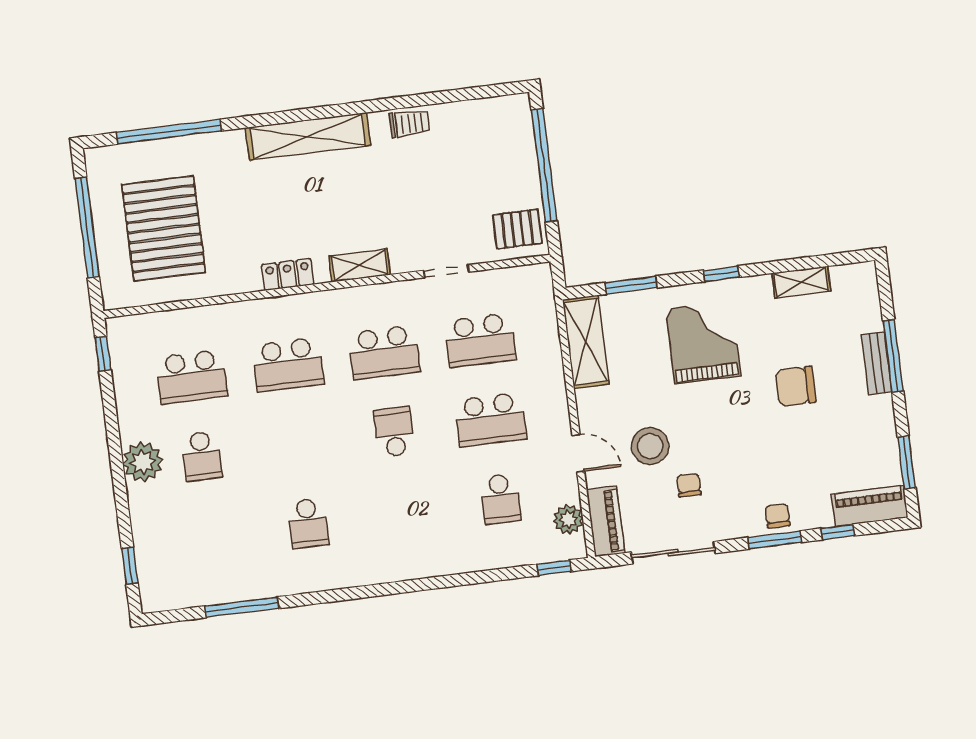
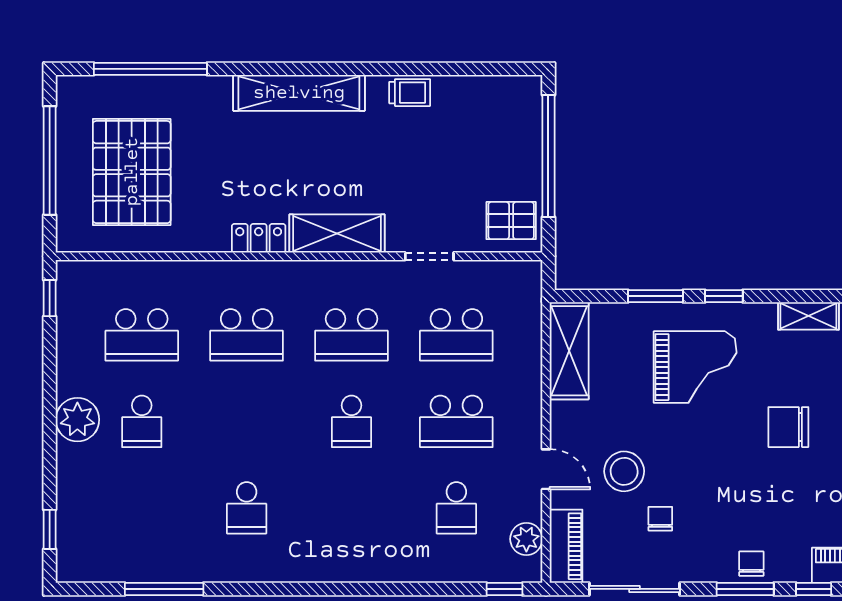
shelving: (360, 265) -> (337, 233), width x1.50, depth x1.33
window: (631, 285) -> (656, 296), moved
grand piano: (703, 342) -> (695, 367), turned 90
school desk: (394, 432) -> (351, 421), turned 180

